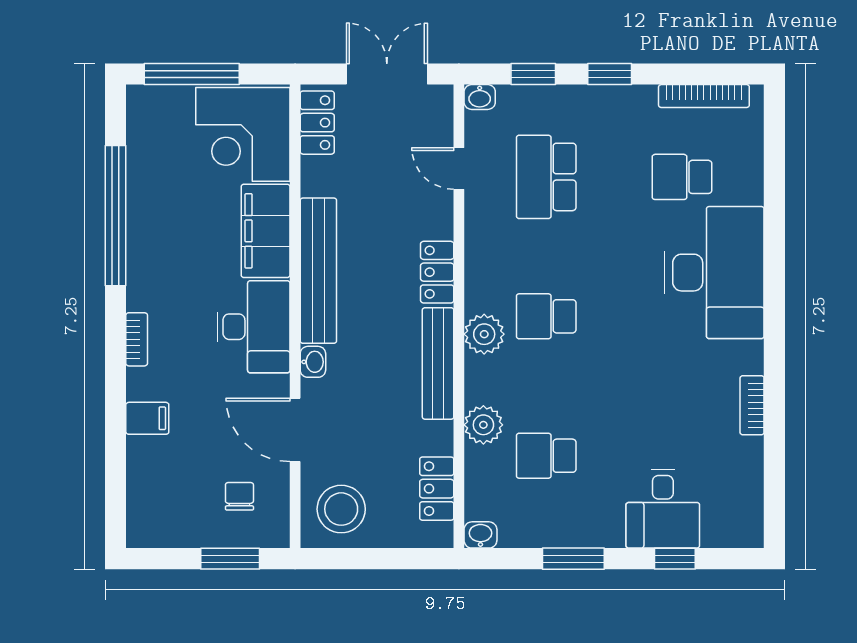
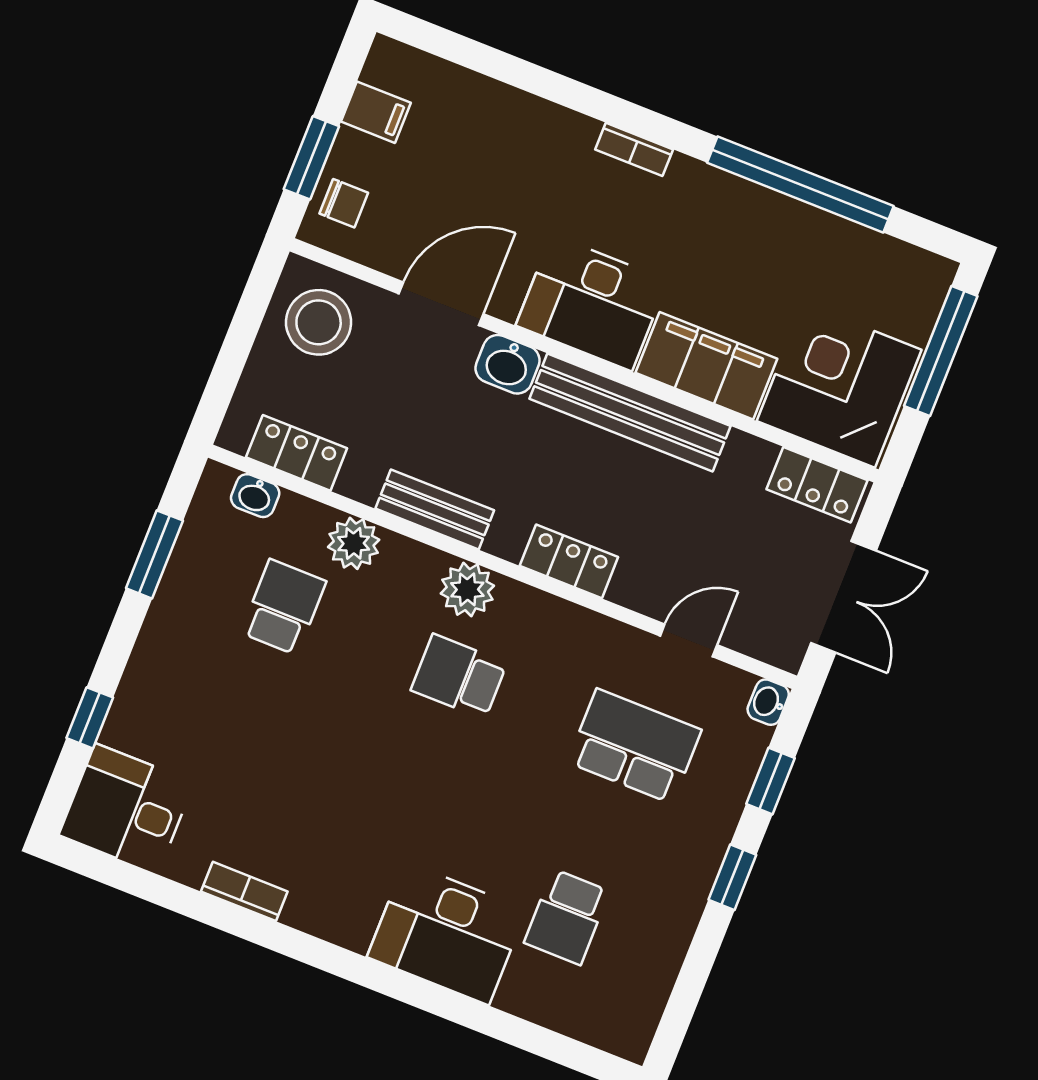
bookcase: (704, 96) -> (658, 985), removed
school desk: (682, 177) -> (567, 917), turned 180
desk: (714, 273) -> (447, 933), width x0.73, depth x0.77
school desk: (546, 316) -> (459, 677), turned -90
washbasin: (313, 362) -> (508, 364), width x1.38, depth x1.45
bench: (438, 363) -> (435, 509), width x0.73
filing cabinet: (147, 418) -> (376, 112), moved, turned -90
chair: (239, 496) -> (344, 203), moved
desk: (663, 509) -> (127, 809), moved
washbasin: (480, 535) -> (255, 496), moved, turned 90
window: (573, 559) -> (154, 554), moved

